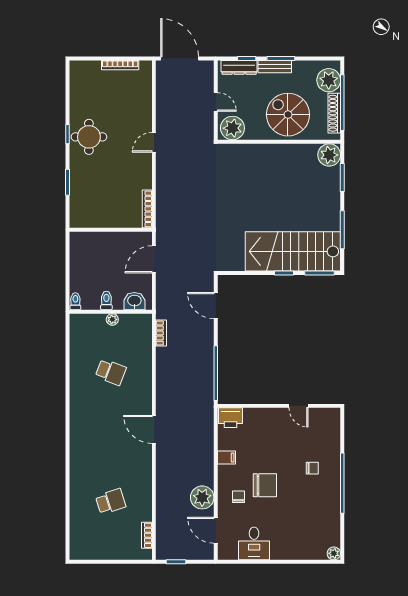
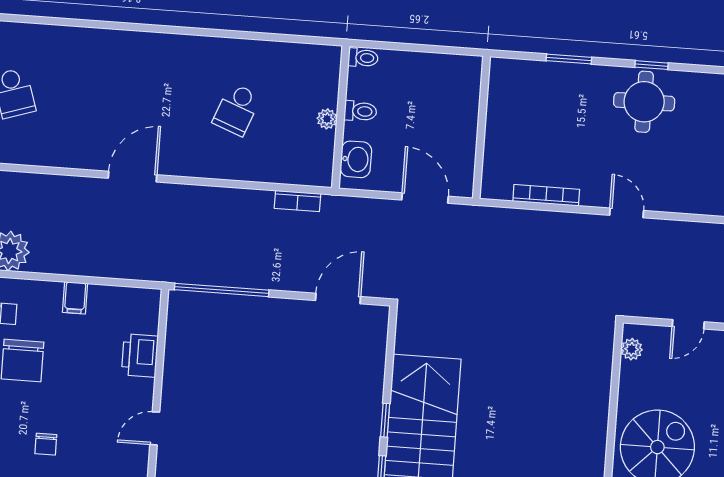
plant: (232, 128) -> (632, 349), width x0.53, depth x0.53
bookcase: (147, 209) -> (546, 195), moved
printer: (230, 418) -> (140, 355), moved

